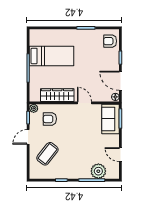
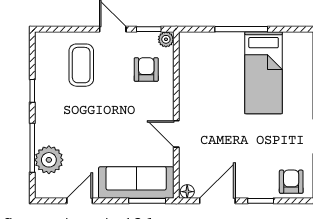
wardrobe: (57, 95) -> (191, 83), removed
door: (84, 103) -> (176, 134), swing flipped
sofa: (111, 119) -> (136, 183), width x1.36
coffee table: (47, 154) -> (81, 65), turned 52

